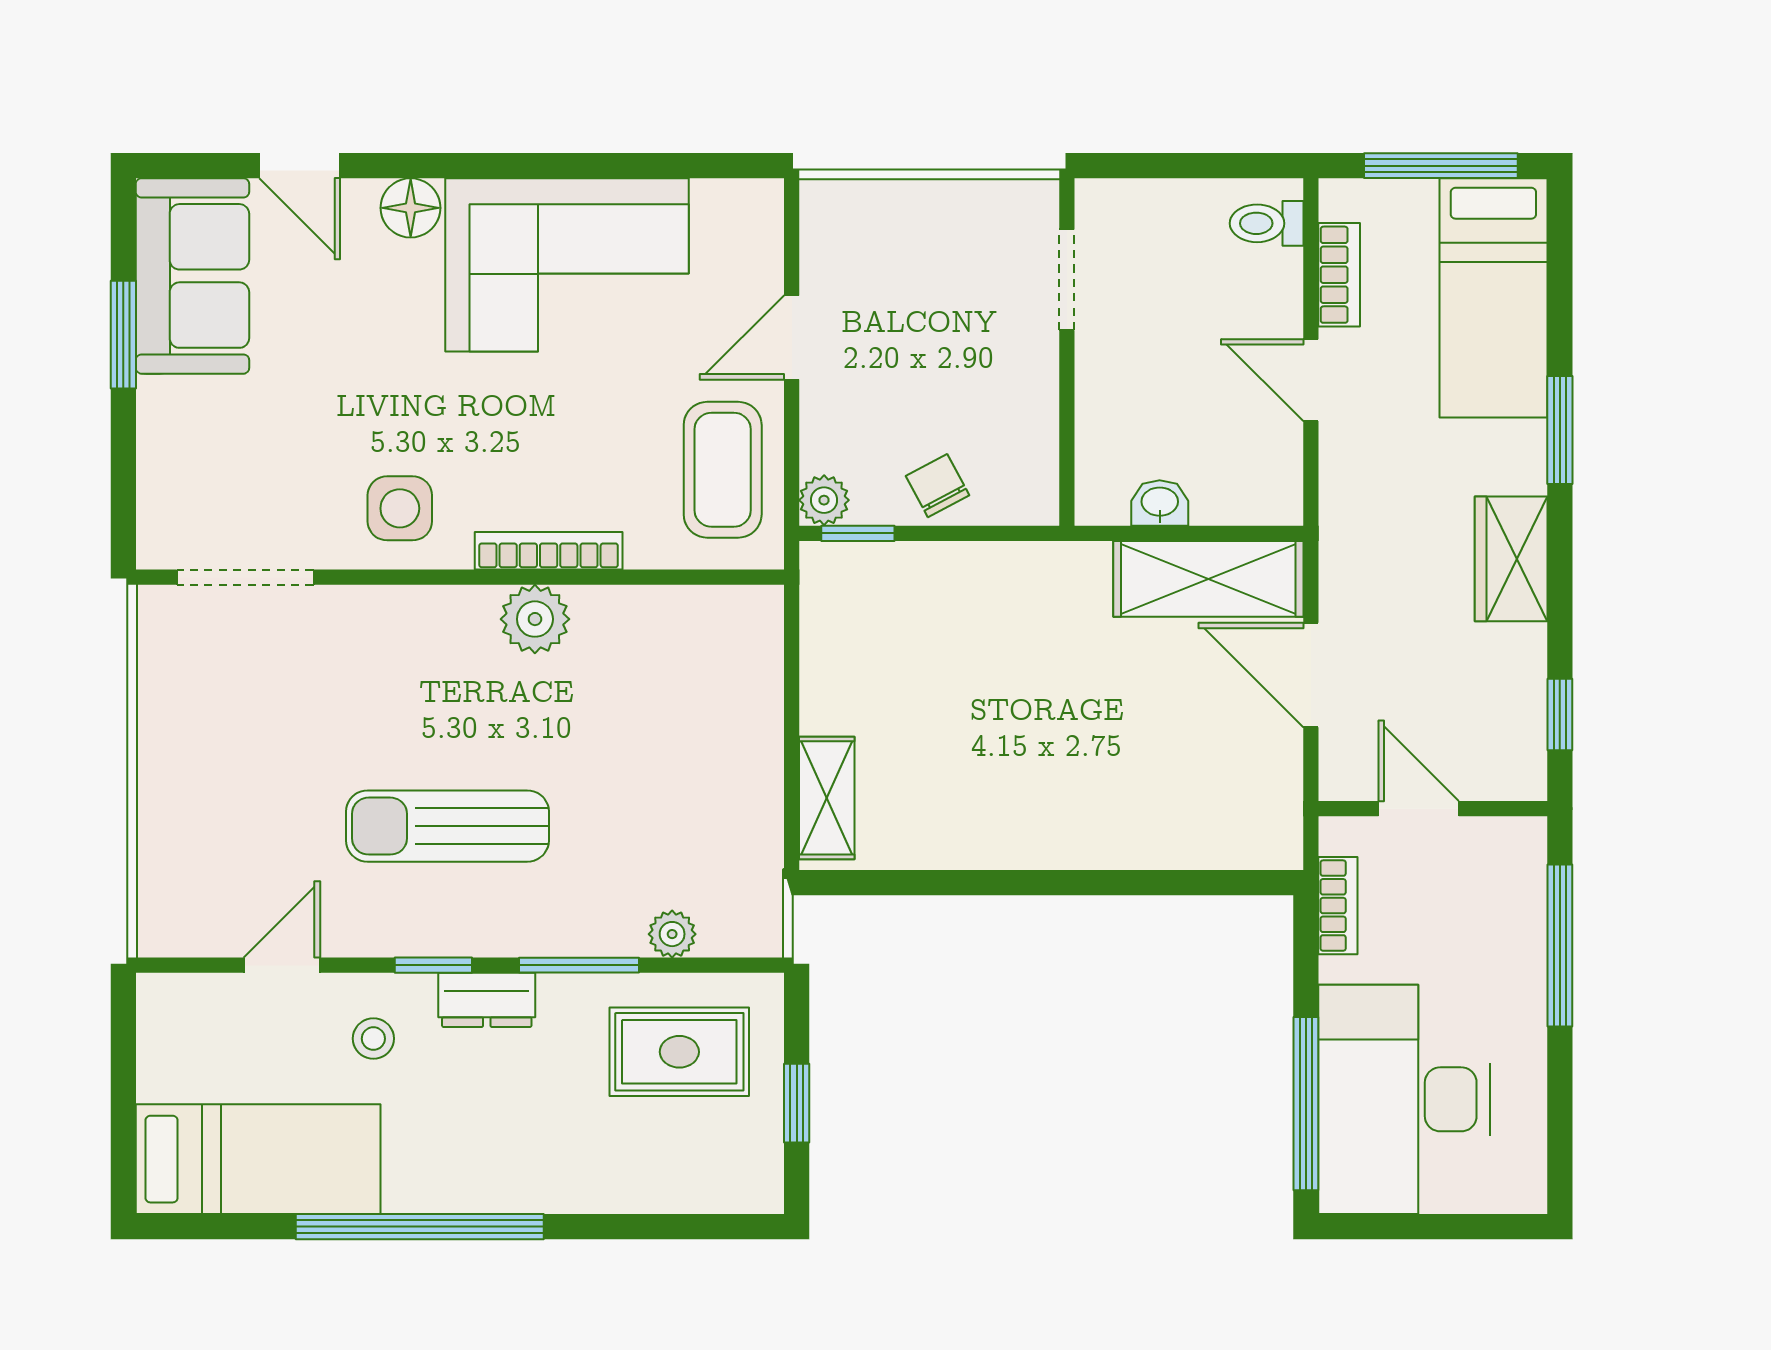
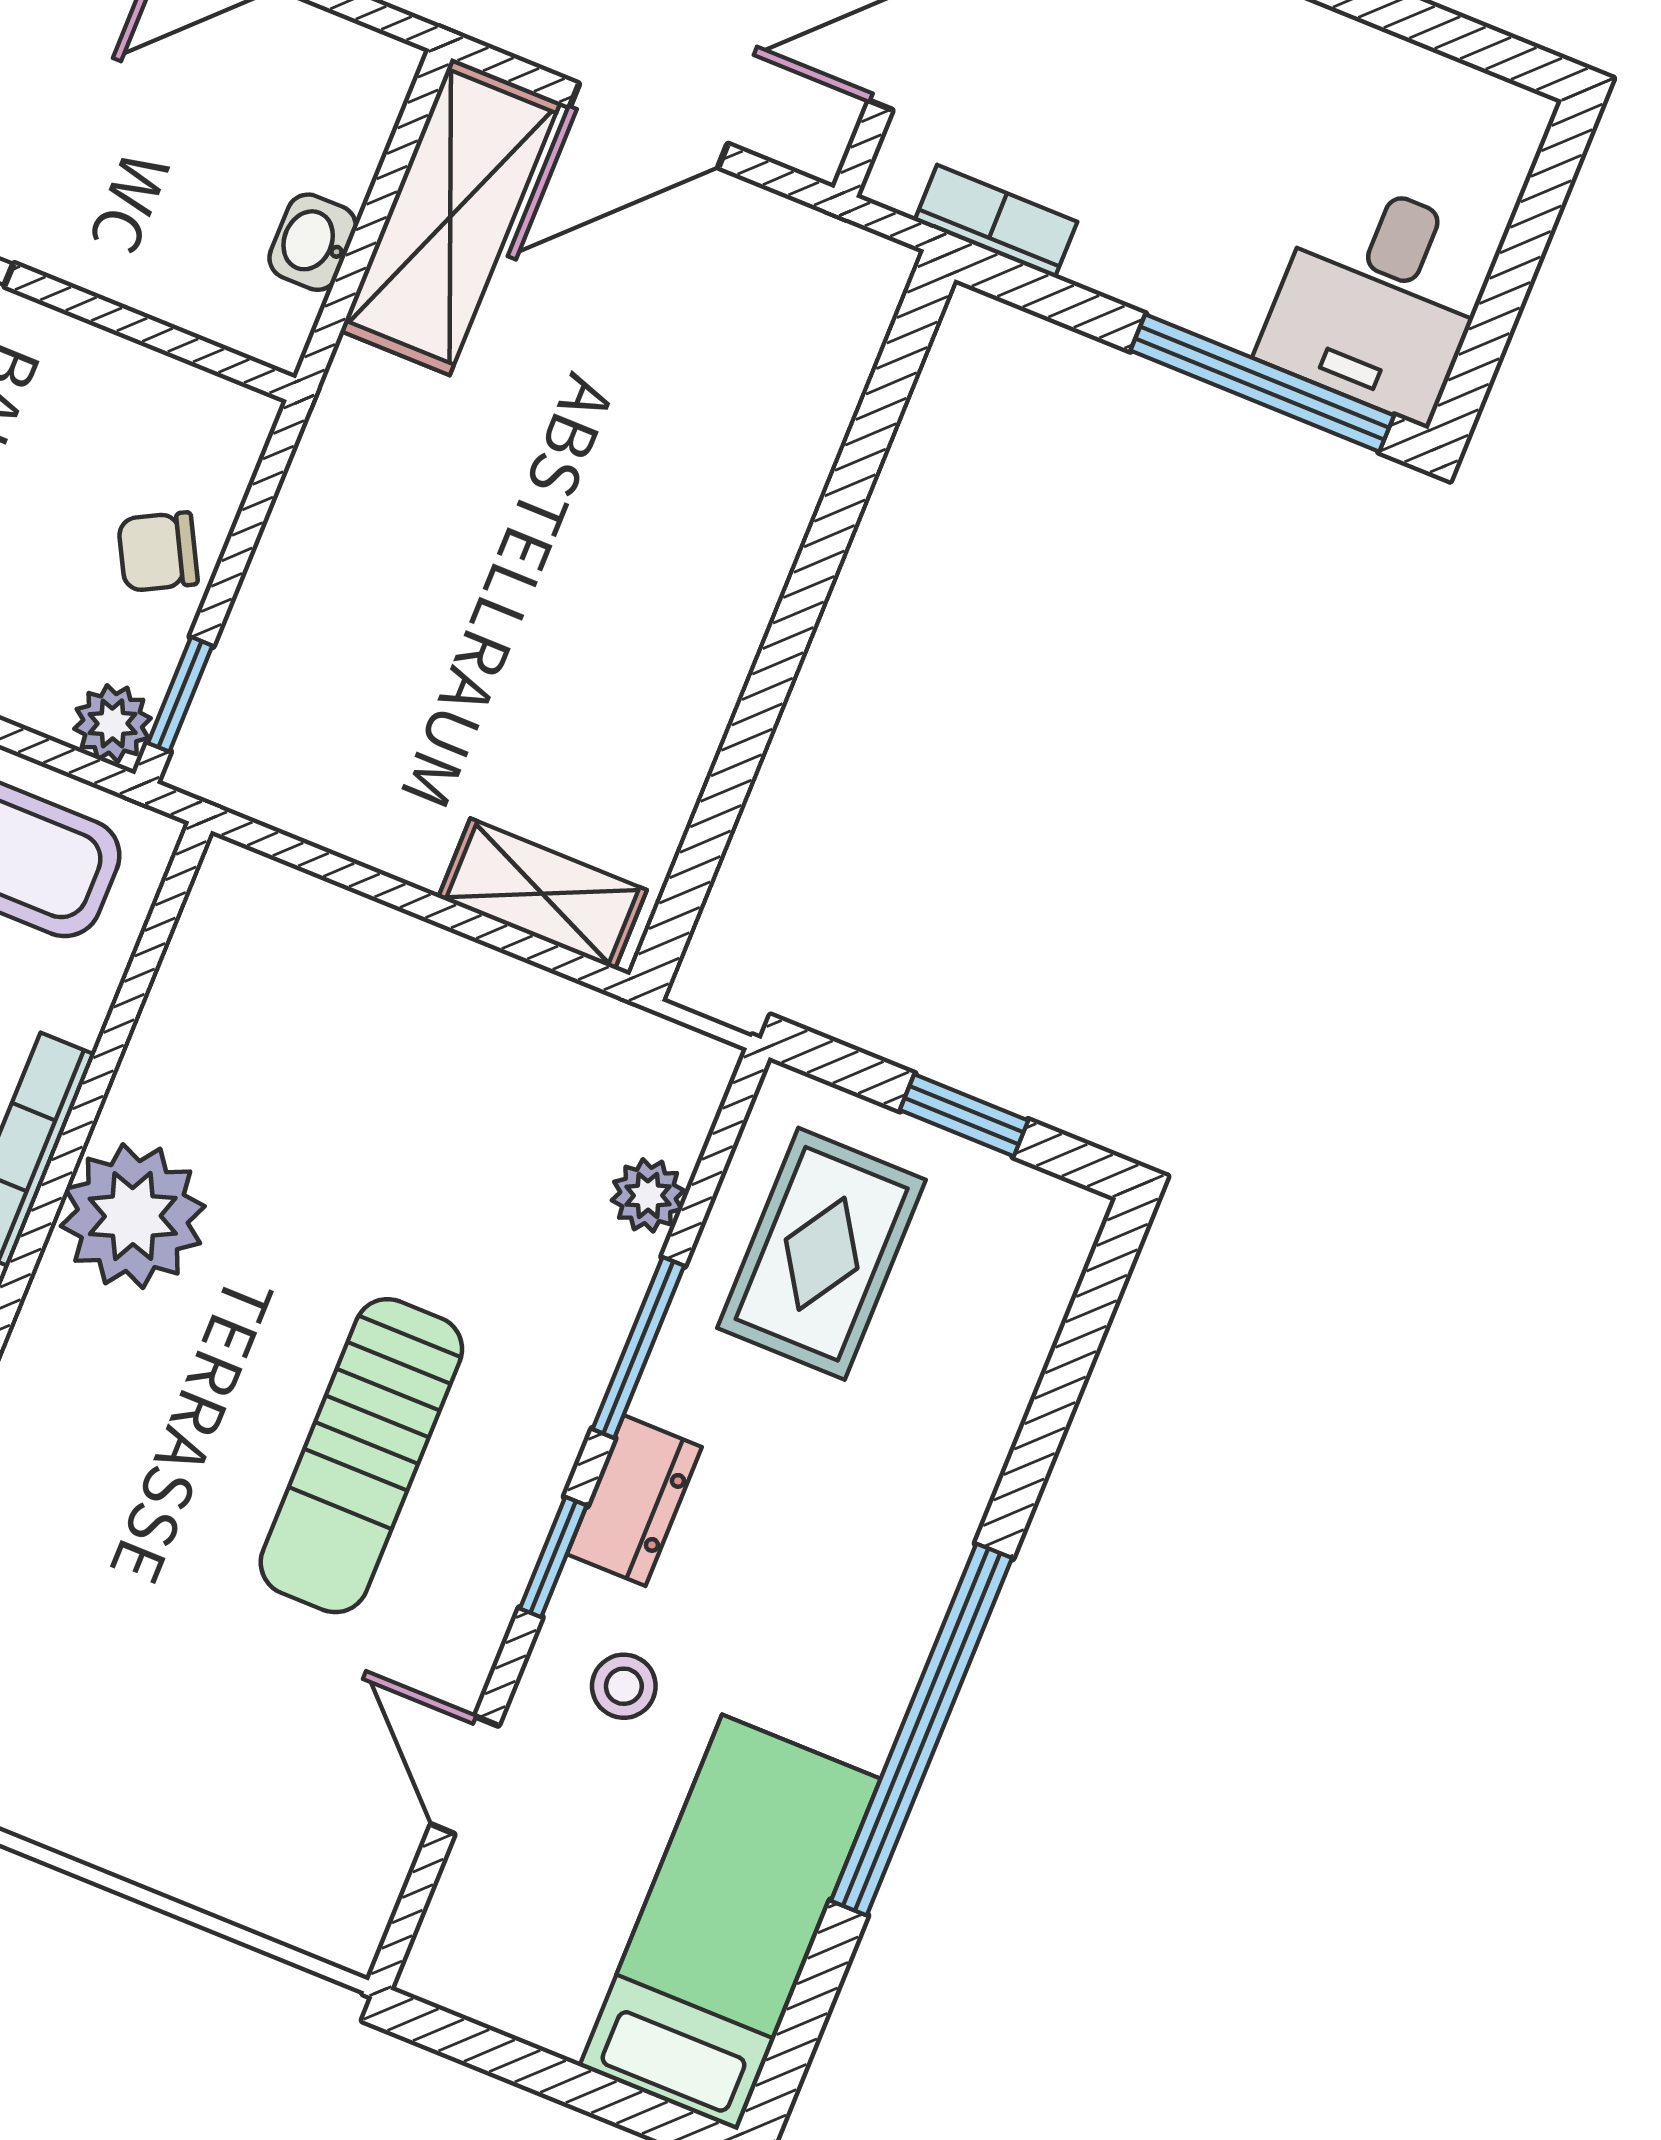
plant: (535, 619) -> (133, 1216), width x1.36, depth x1.36
desk: (1404, 1099) -> (1379, 299), width x0.53, depth x0.77

